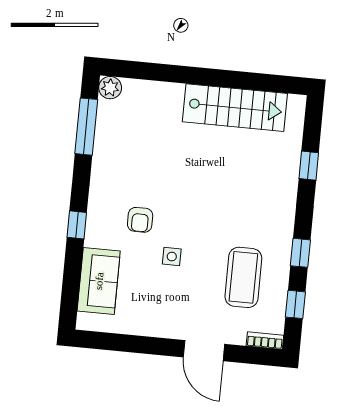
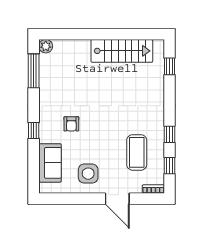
window: (309, 166) -> (170, 66), moved
side table: (172, 256) -> (88, 174), moved, width x1.87, depth x1.87

